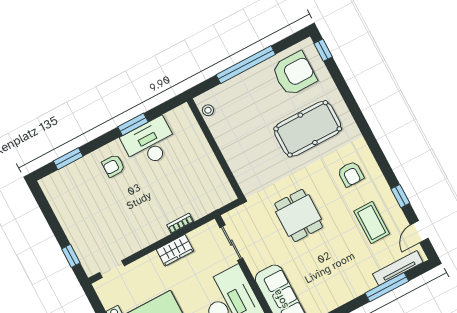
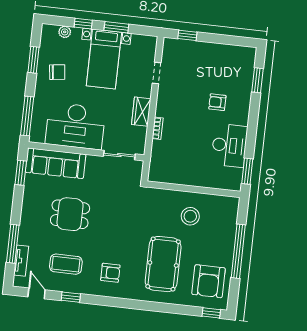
stool: (208, 110) -> (190, 216), moved, width x1.89, depth x1.89
window: (133, 124) -> (247, 171), moved
armchair: (113, 166) -> (217, 102), moved, turned -90
armchair: (351, 174) -> (110, 273), turned 180
dining table: (299, 215) -> (70, 214), moved
tv unit: (398, 268) -> (21, 261), width x0.71
doorway: (112, 269) -> (157, 73), moved

